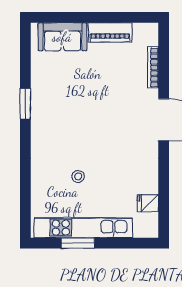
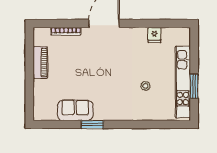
sofa: (62, 37) -> (75, 110), moved, turned -90
fridge: (148, 203) -> (154, 35), moved

